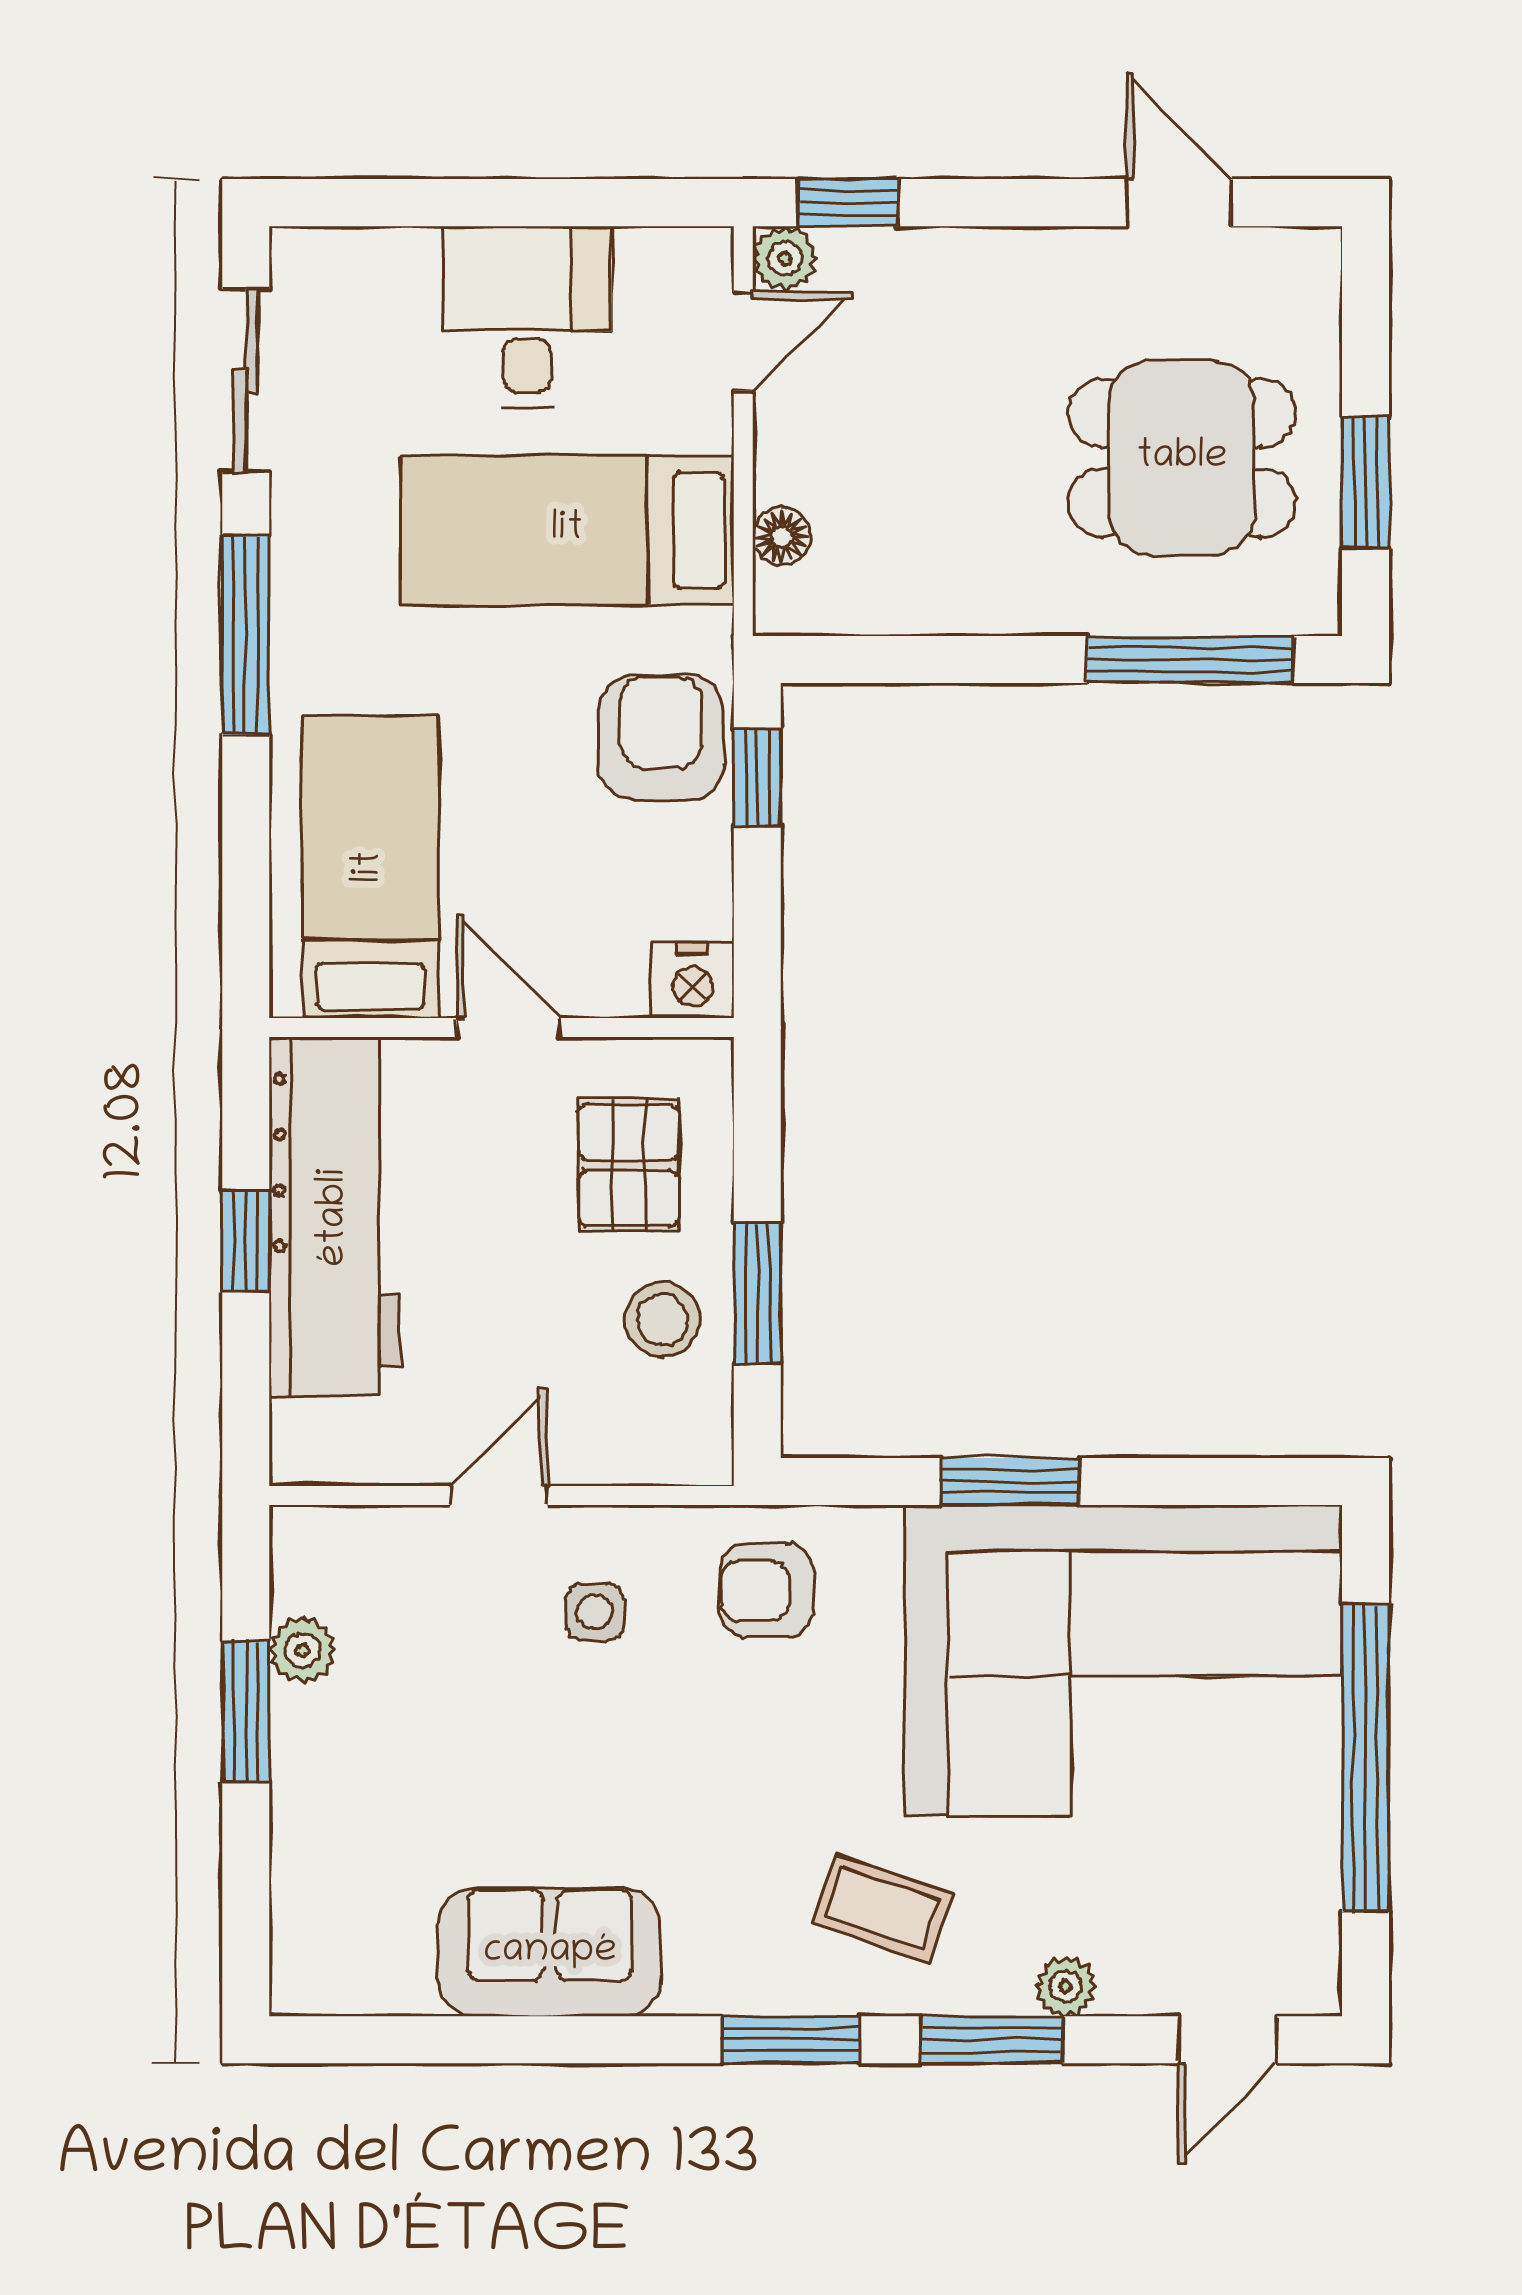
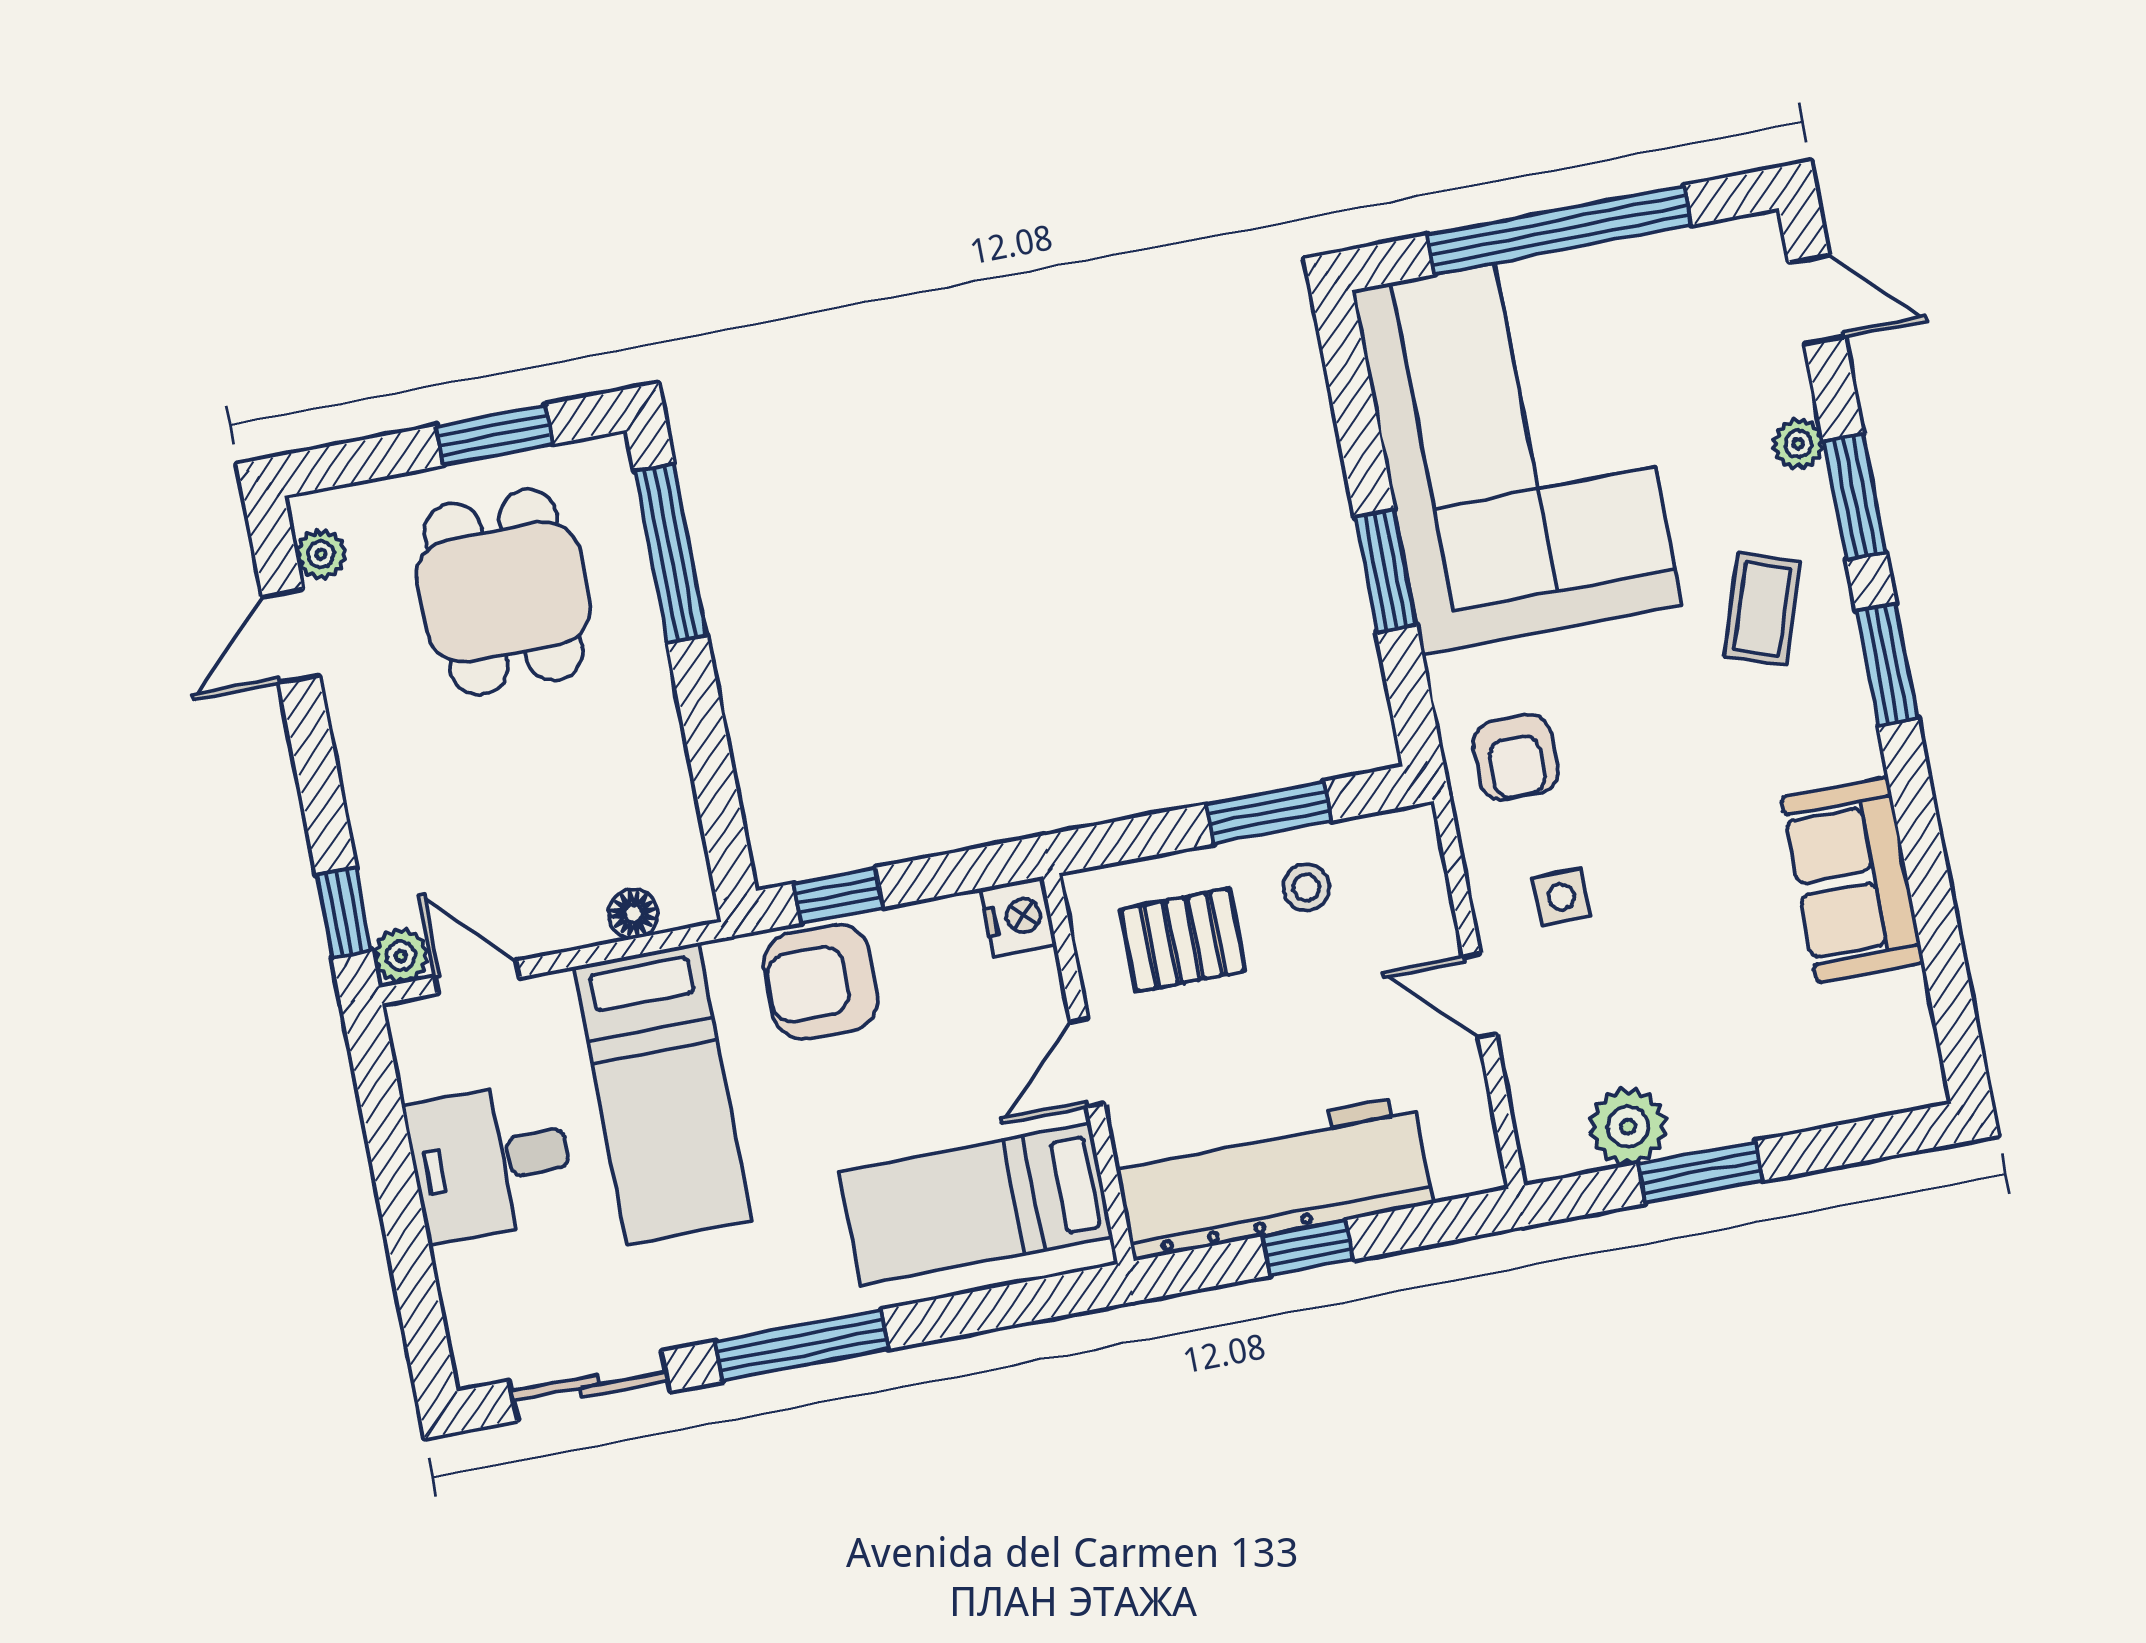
plant: (1266, 255) -> (321, 554), added
stool: (662, 1319) -> (1306, 887), width x0.73, depth x0.73
plant: (302, 1650) -> (1628, 1126), width x1.38, depth x1.38

